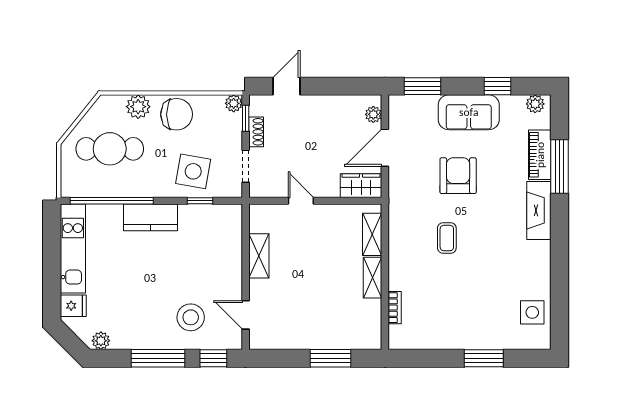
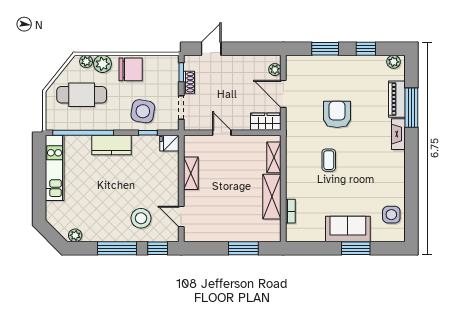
window: (422, 86) -> (325, 49), moved
plant: (234, 103) -> (86, 61), moved
sofa: (469, 112) -> (348, 229), moved, turned 180
door: (385, 148) -> (283, 94), hinge flipped
fireplace: (539, 210) -> (398, 134), width x0.73, depth x0.76
shelving: (372, 278) -> (272, 197), width x1.50, depth x1.33
fridge: (73, 306) -> (169, 143), moved, turned 180

